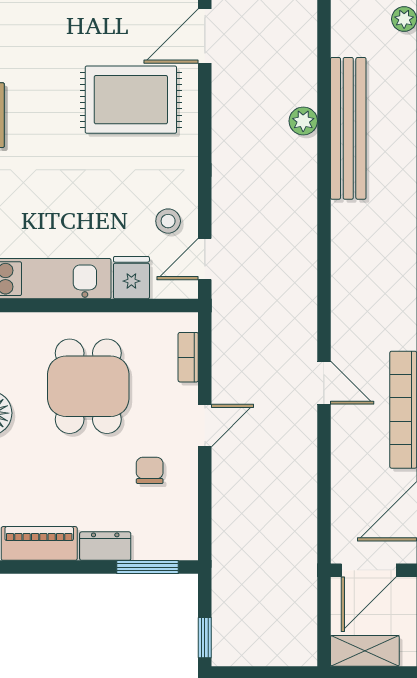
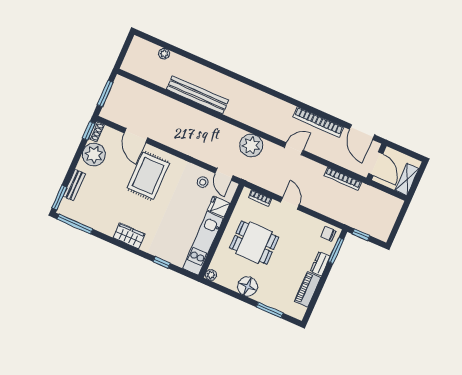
plant: (303, 121) -> (251, 146), moved, width x1.87, depth x1.87
chair: (150, 470) -> (328, 234), moved
bookcase: (306, 514) -> (343, 179), added
window: (205, 638) -> (361, 235), moved

